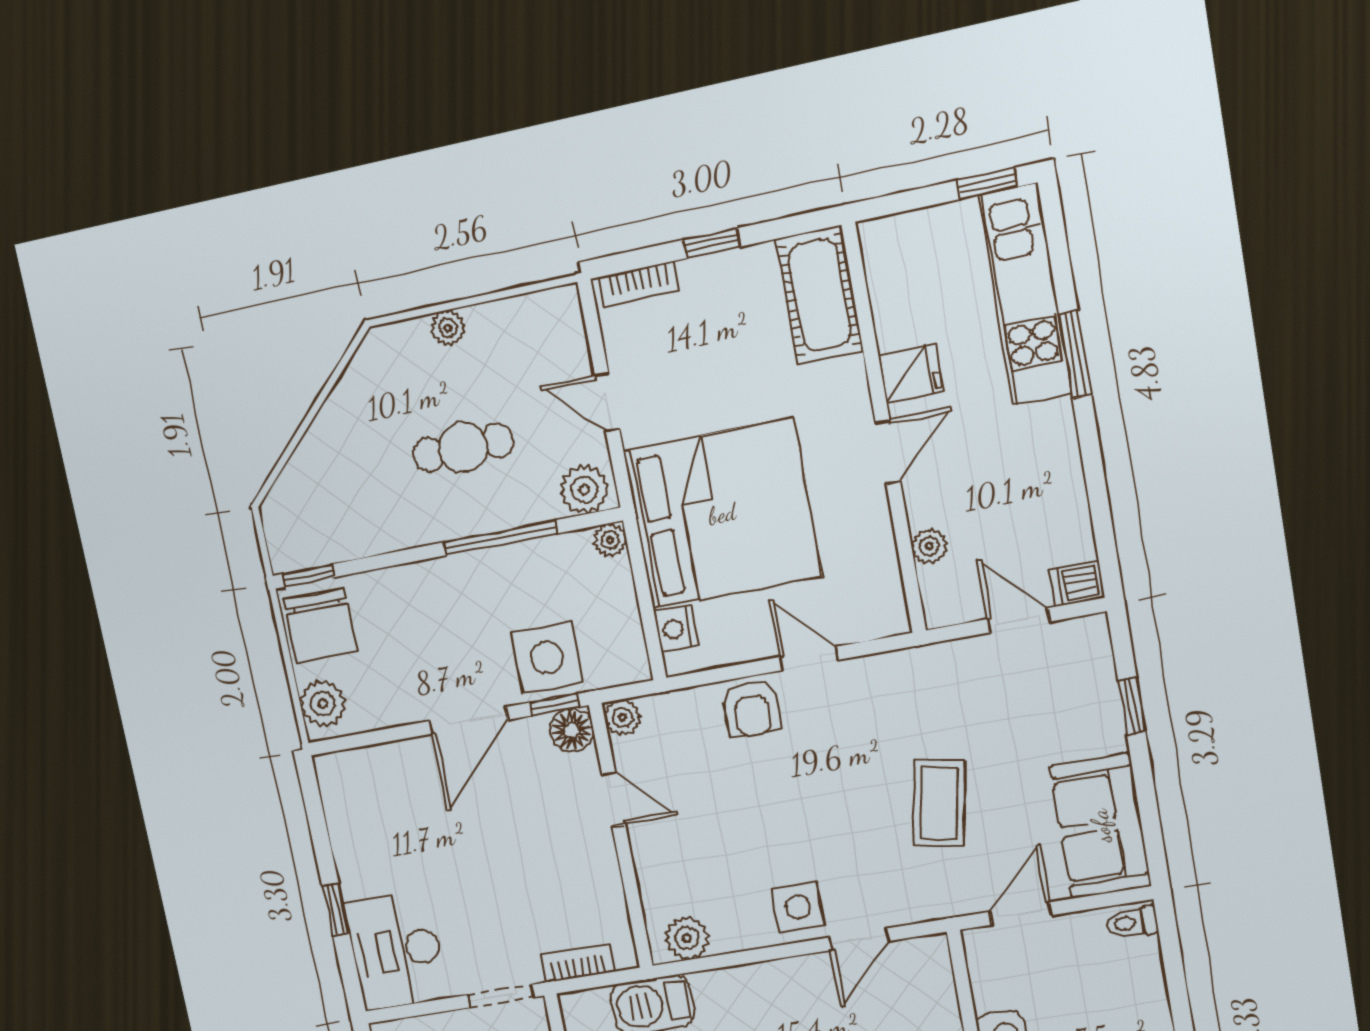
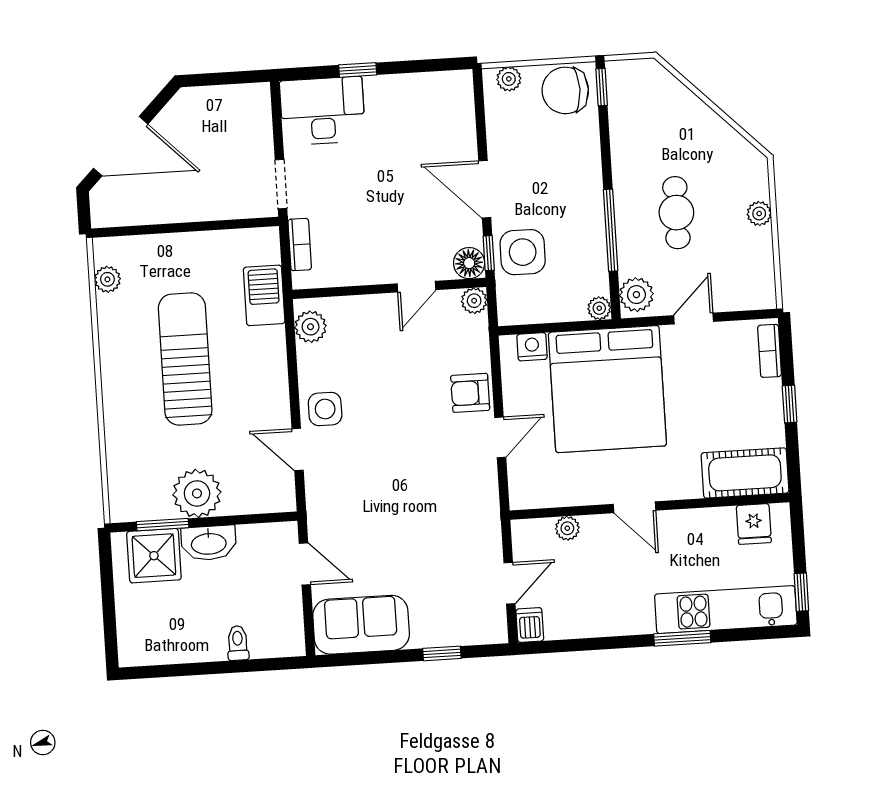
fridge: (911, 374) -> (754, 524), moved
plant: (323, 703) -> (509, 79), width x0.73, depth x0.73
coffee table: (939, 803) -> (389, 516), removed
toilet: (1132, 923) -> (238, 643), moved

